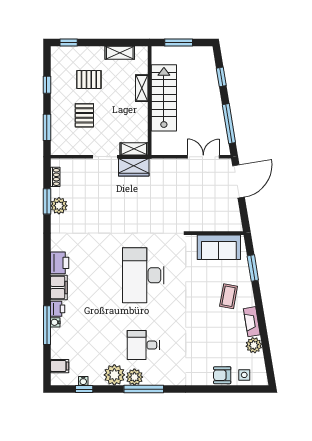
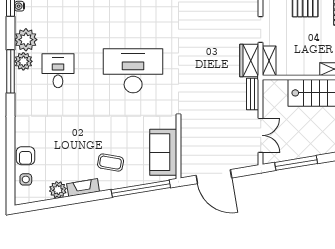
bench: (165, 164) -> (253, 94), added
door: (239, 181) -> (214, 177), moved
window: (253, 268) -> (141, 189), width x2.11
armchair: (222, 375) -> (25, 156), turned 180

